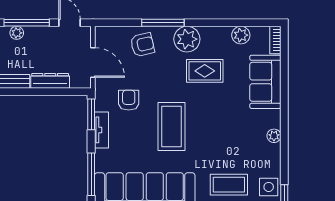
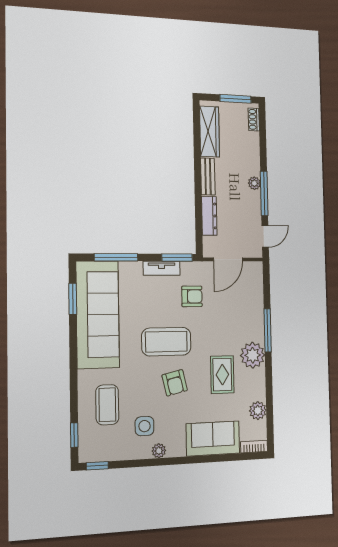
armchair: (142, 45) -> (175, 383), moved
side table: (269, 187) -> (144, 426), moved

